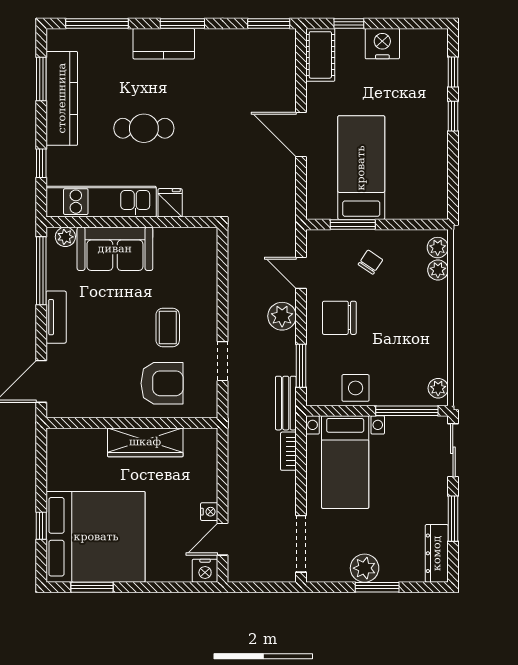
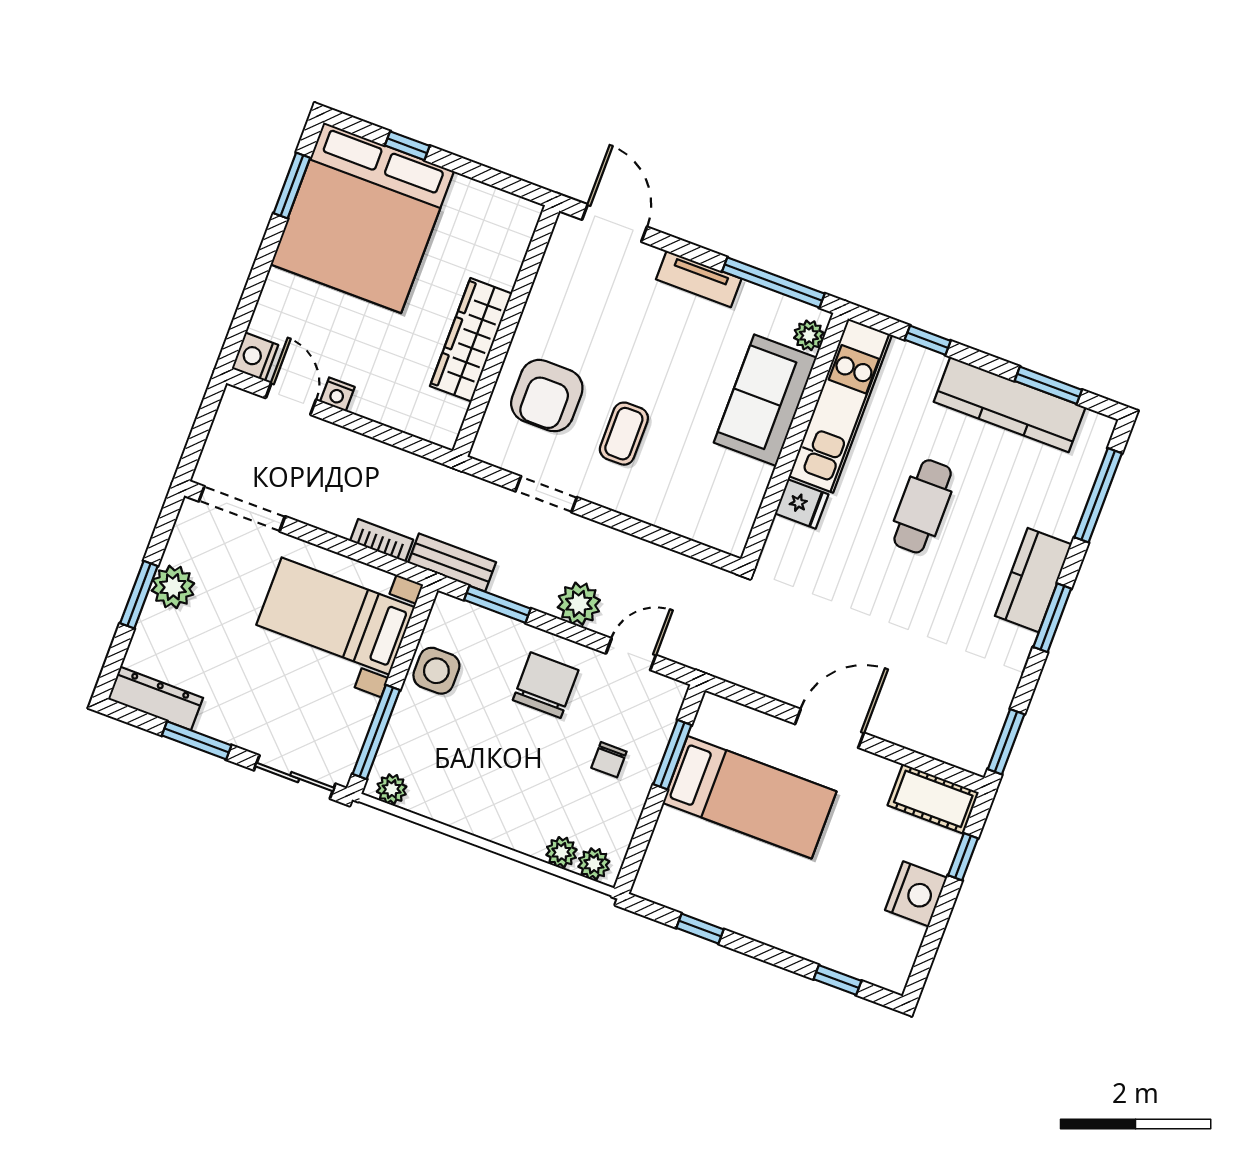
window: (453, 116) -> (700, 929), moved
chair: (370, 262) -> (609, 760), turned 56
coffee table: (168, 328) -> (624, 434), turned 90

